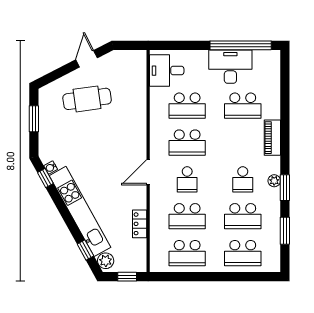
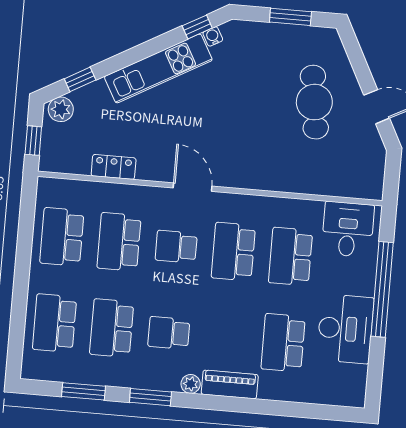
window: (241, 45) -> (382, 289), moved
plant: (274, 181) -> (191, 384), moved
kitchen unit: (80, 211) -> (158, 68), width x0.73

